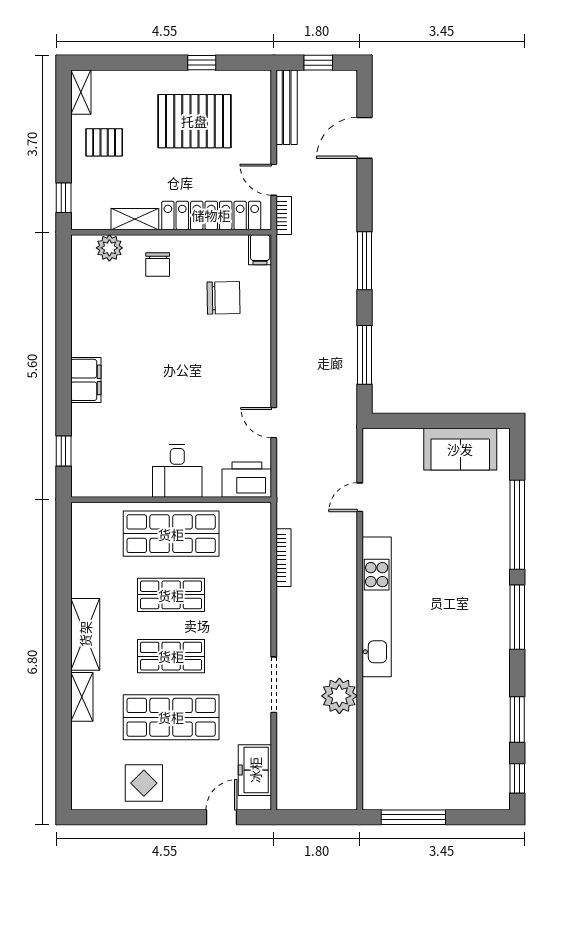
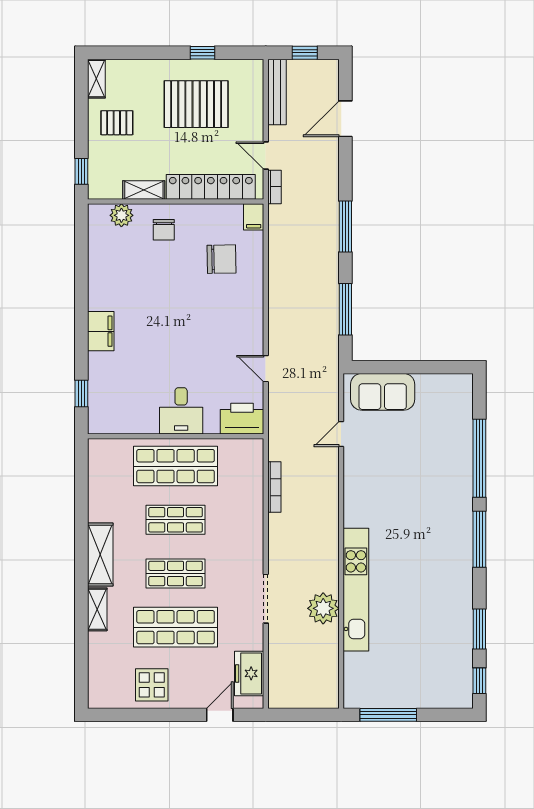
sofa: (460, 449) -> (383, 392), moved
kitchen unit: (377, 607) -> (356, 590), moved

